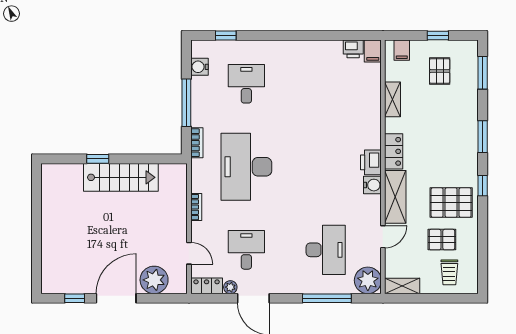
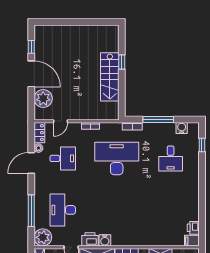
desk: (246, 84) -> (171, 158), turned 90
printer: (371, 162) -> (90, 239), moved
desk: (326, 250) -> (63, 210), turned 90

